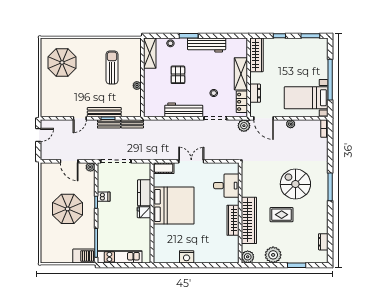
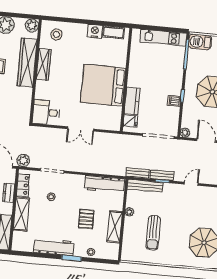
shelving: (150, 53) -> (115, 227), moved
workbench: (184, 110) -> (104, 184), moved
bench: (104, 112) -> (145, 186), moved
cot: (164, 168) -> (113, 32), moved
desk: (226, 186) -> (46, 112), moved
fridge: (144, 212) -> (130, 121), moved
stool: (223, 250) -> (56, 34), added

